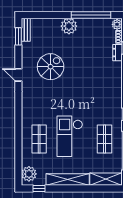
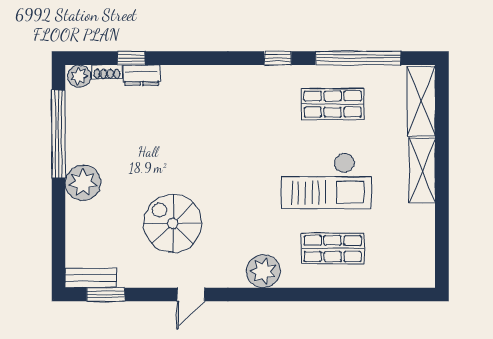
plant: (29, 174) -> (263, 271), moved
shelving: (68, 180) -> (422, 170), width x0.68
window: (39, 189) -> (442, 249), removed

